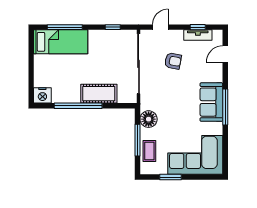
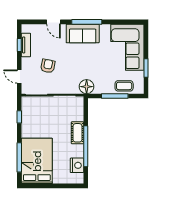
bed: (61, 42) -> (37, 161), width x1.50
door: (225, 54) -> (54, 22), moved
cot: (99, 94) -> (77, 133), width x0.73, depth x0.75
nightstand: (42, 95) -> (77, 165), moved
floor lamp: (149, 119) -> (87, 87), moved

